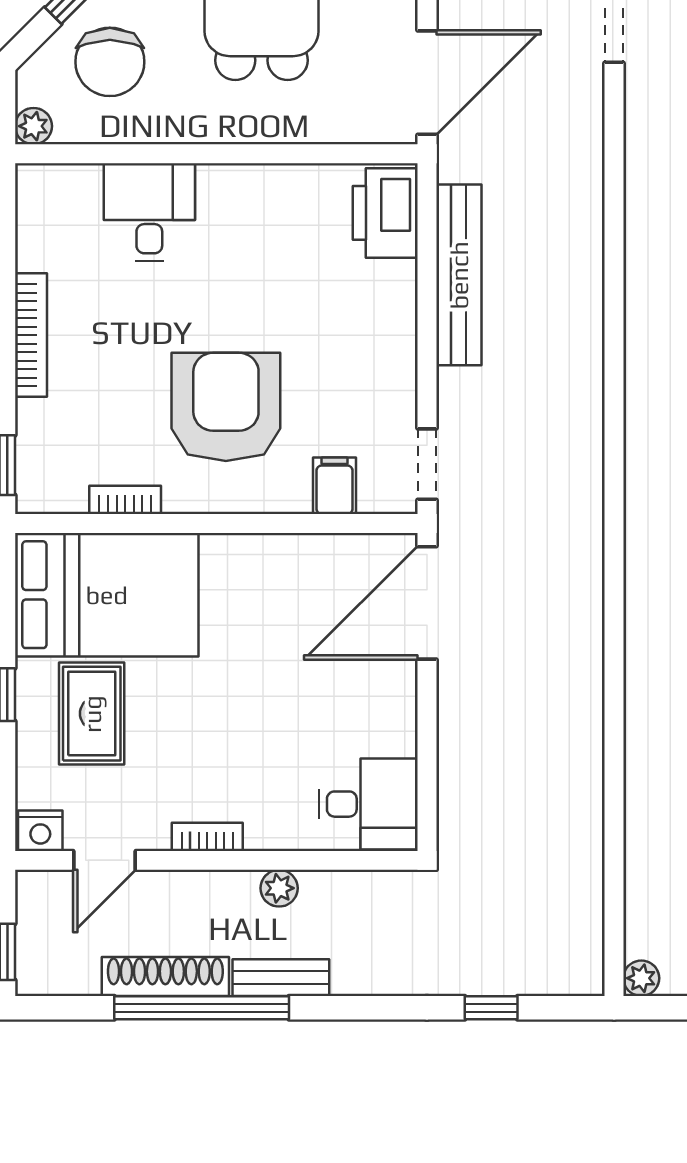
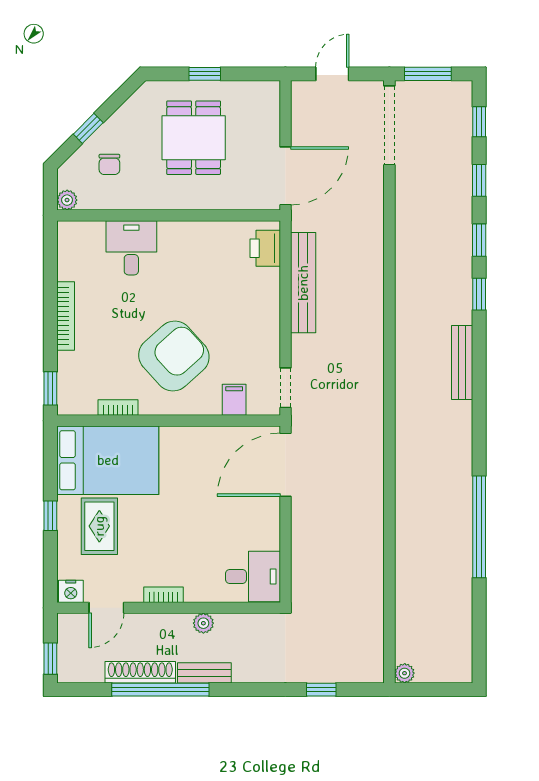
chair: (110, 62) -> (109, 164), width x0.54, depth x0.54
printer: (385, 213) -> (265, 248), width x0.73, depth x0.84
armchair: (226, 407) -> (174, 356), turned 48

